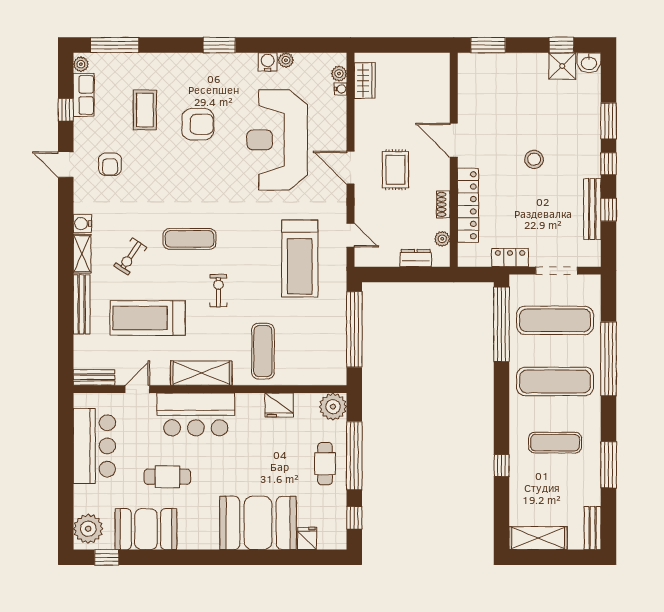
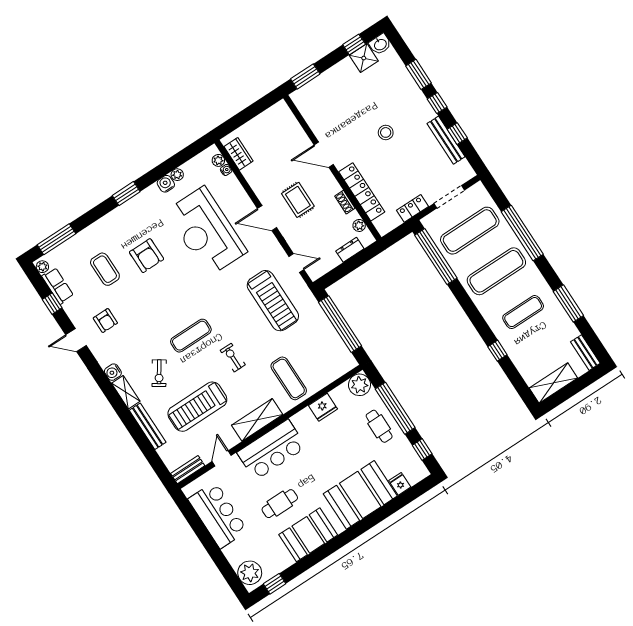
armchair: (198, 124) -> (147, 256), turned 90
booth: (146, 529) -> (308, 535), moved

